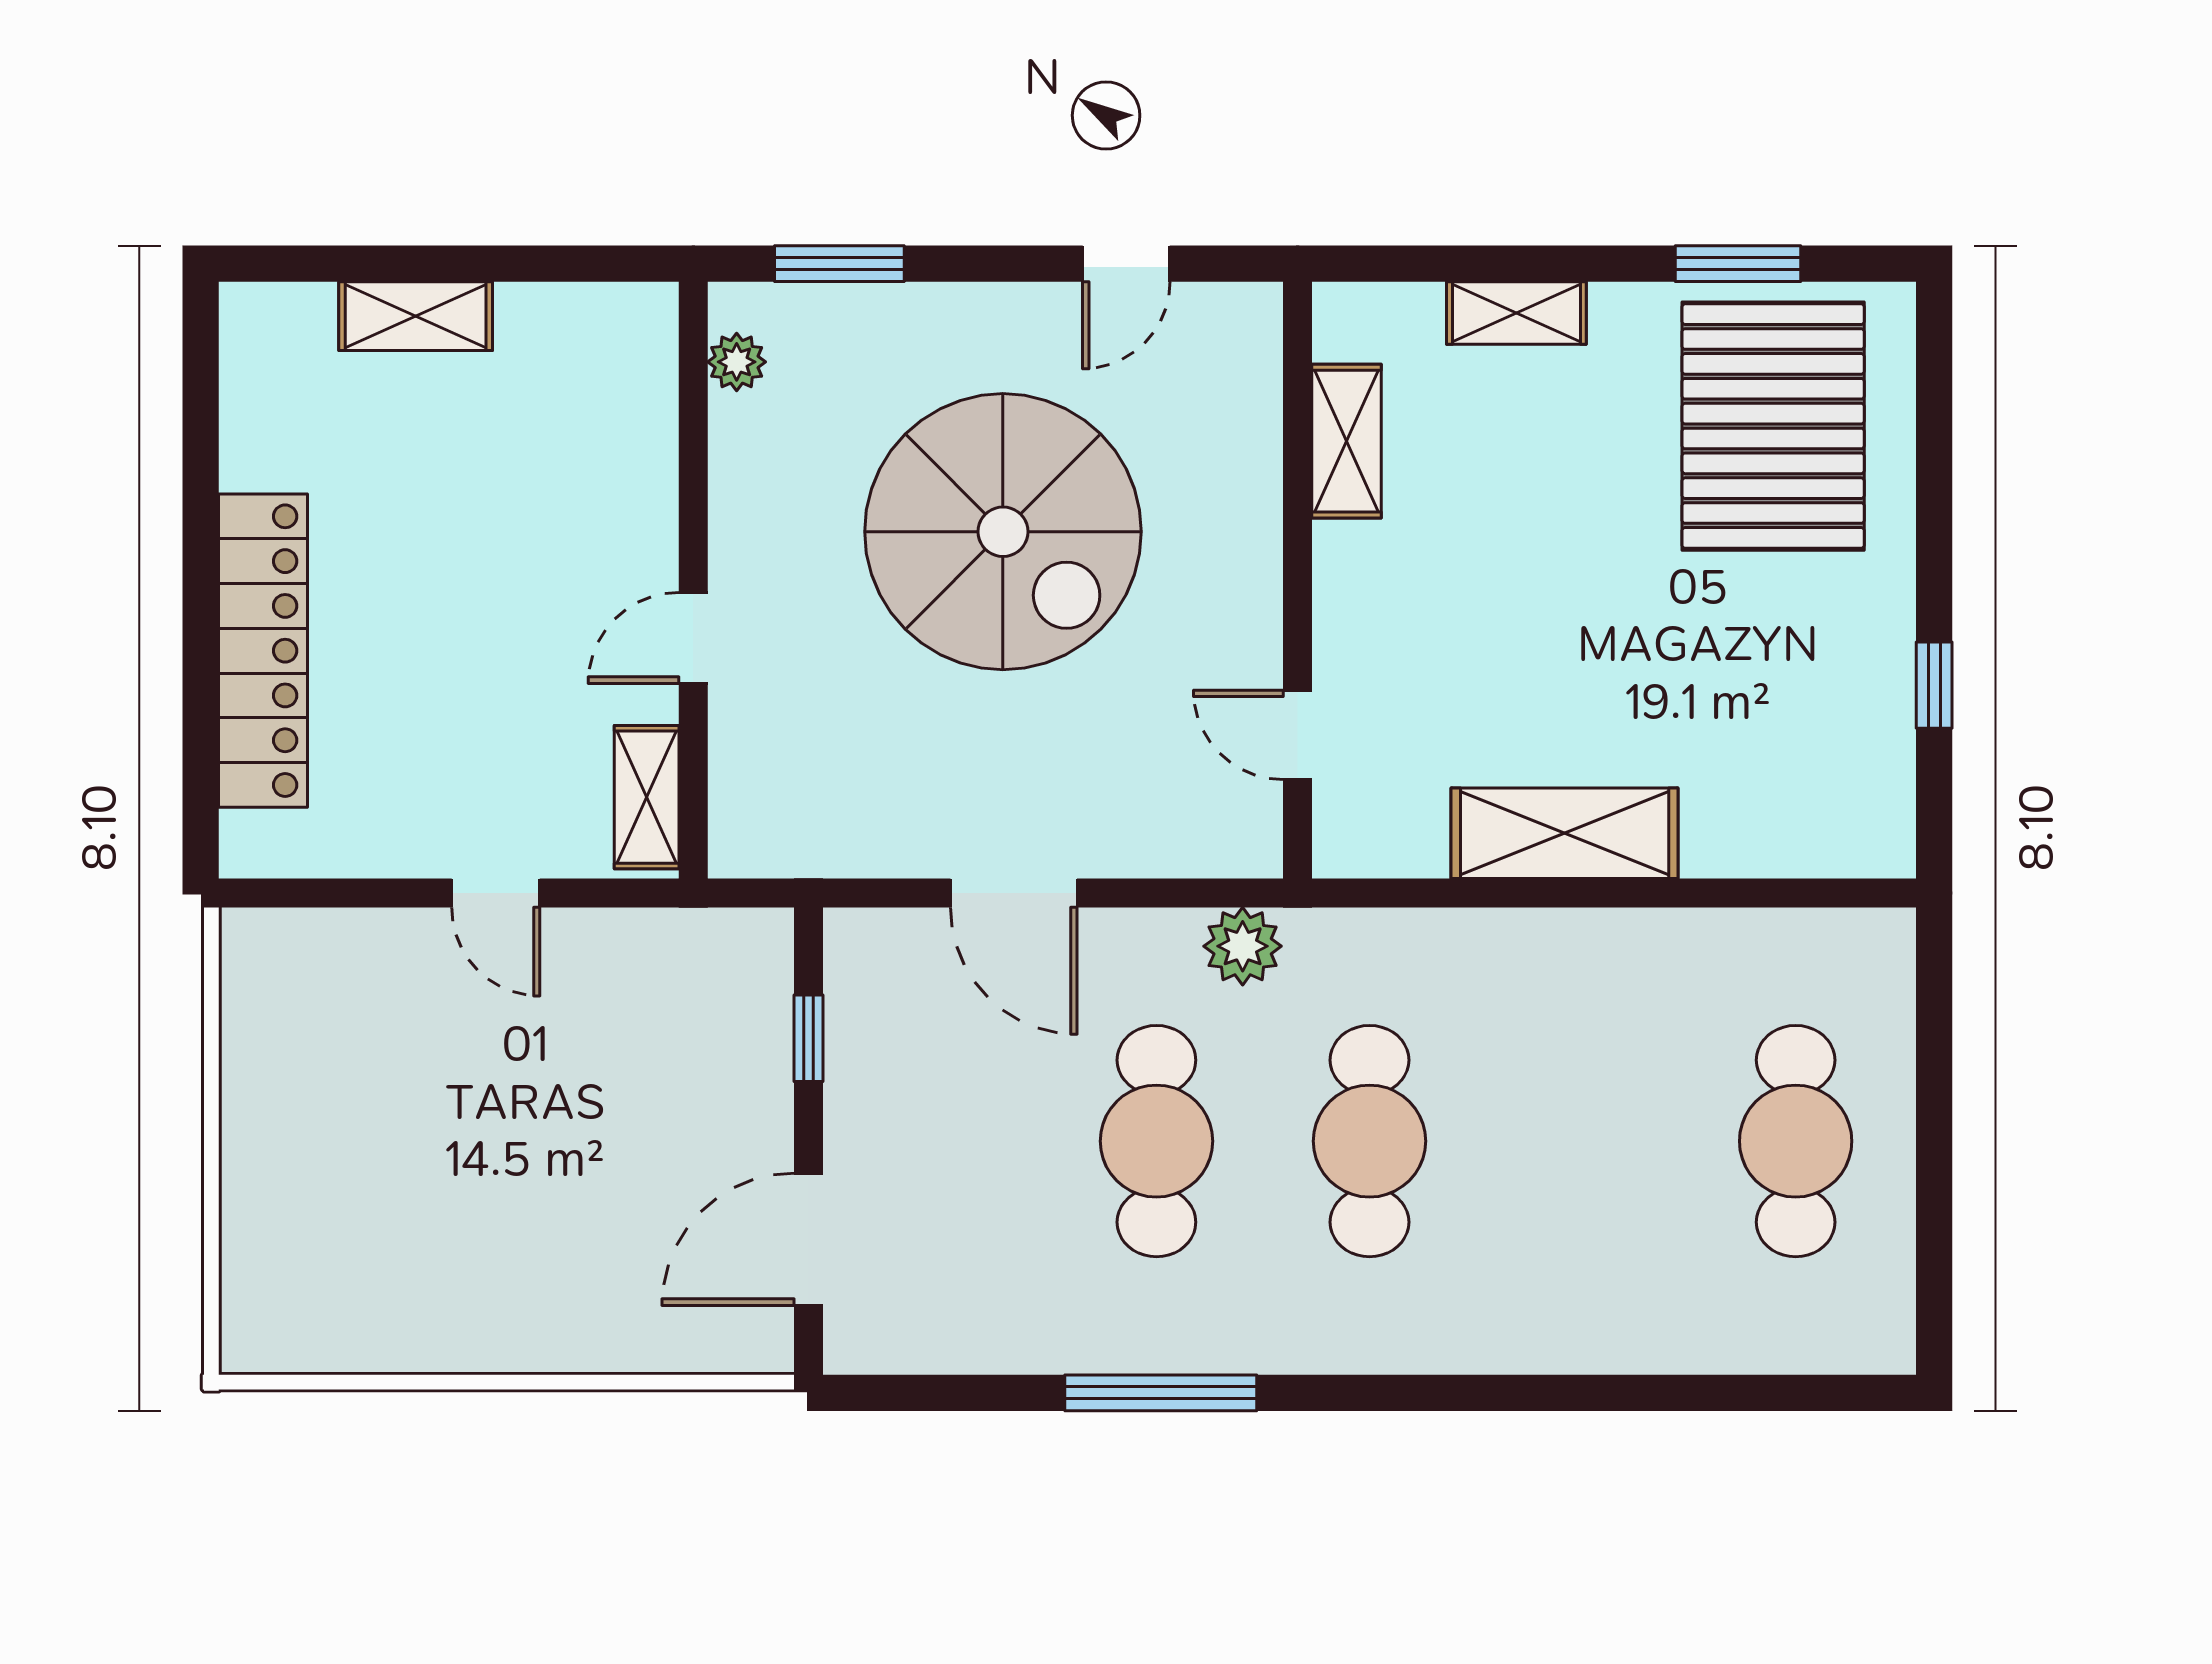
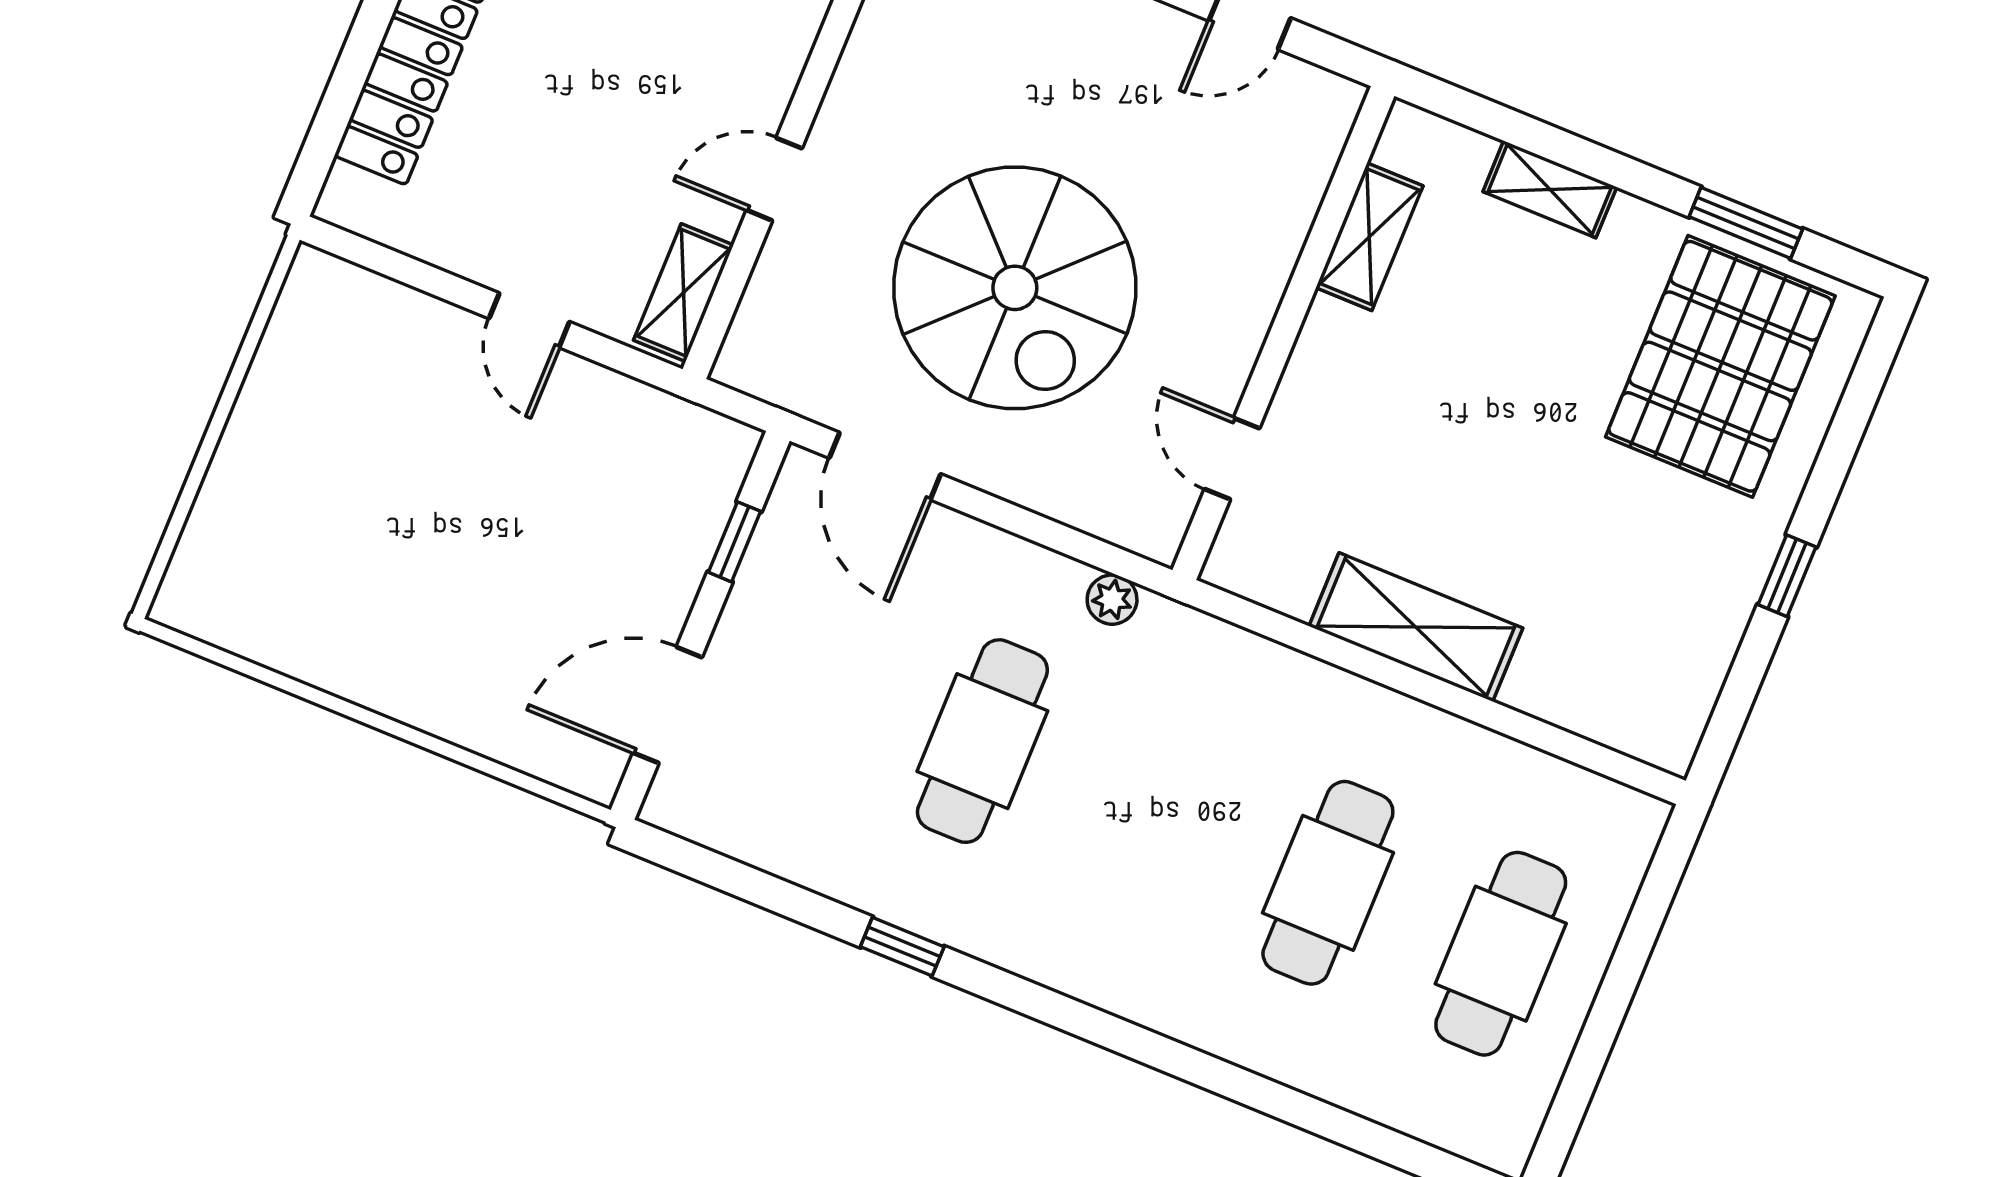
spiral stairs: (1003, 532) -> (1015, 288), moved
window: (1934, 685) -> (1787, 576), moved
door: (1014, 893) -> (885, 466), moved
plant: (1243, 946) -> (1112, 600), width x0.73, depth x0.73
cafe table: (1369, 1141) -> (1328, 883), moved
window: (1161, 1393) -> (902, 947), width x0.46

